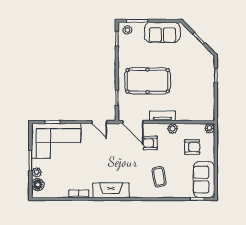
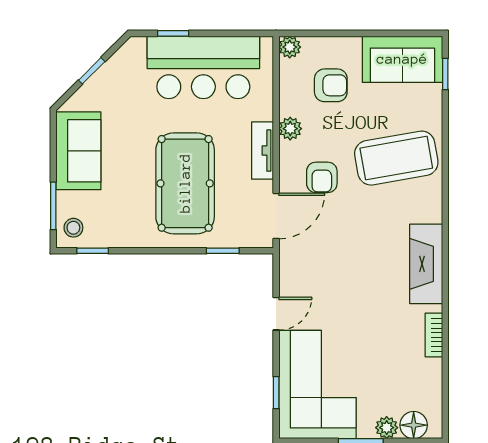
bar counter: (200, 89) -> (203, 67), added
door: (99, 122) -> (276, 314), moved
armchair: (192, 147) -> (331, 85), turned 90
coffee table: (159, 177) -> (396, 158), width x1.86, depth x1.72

